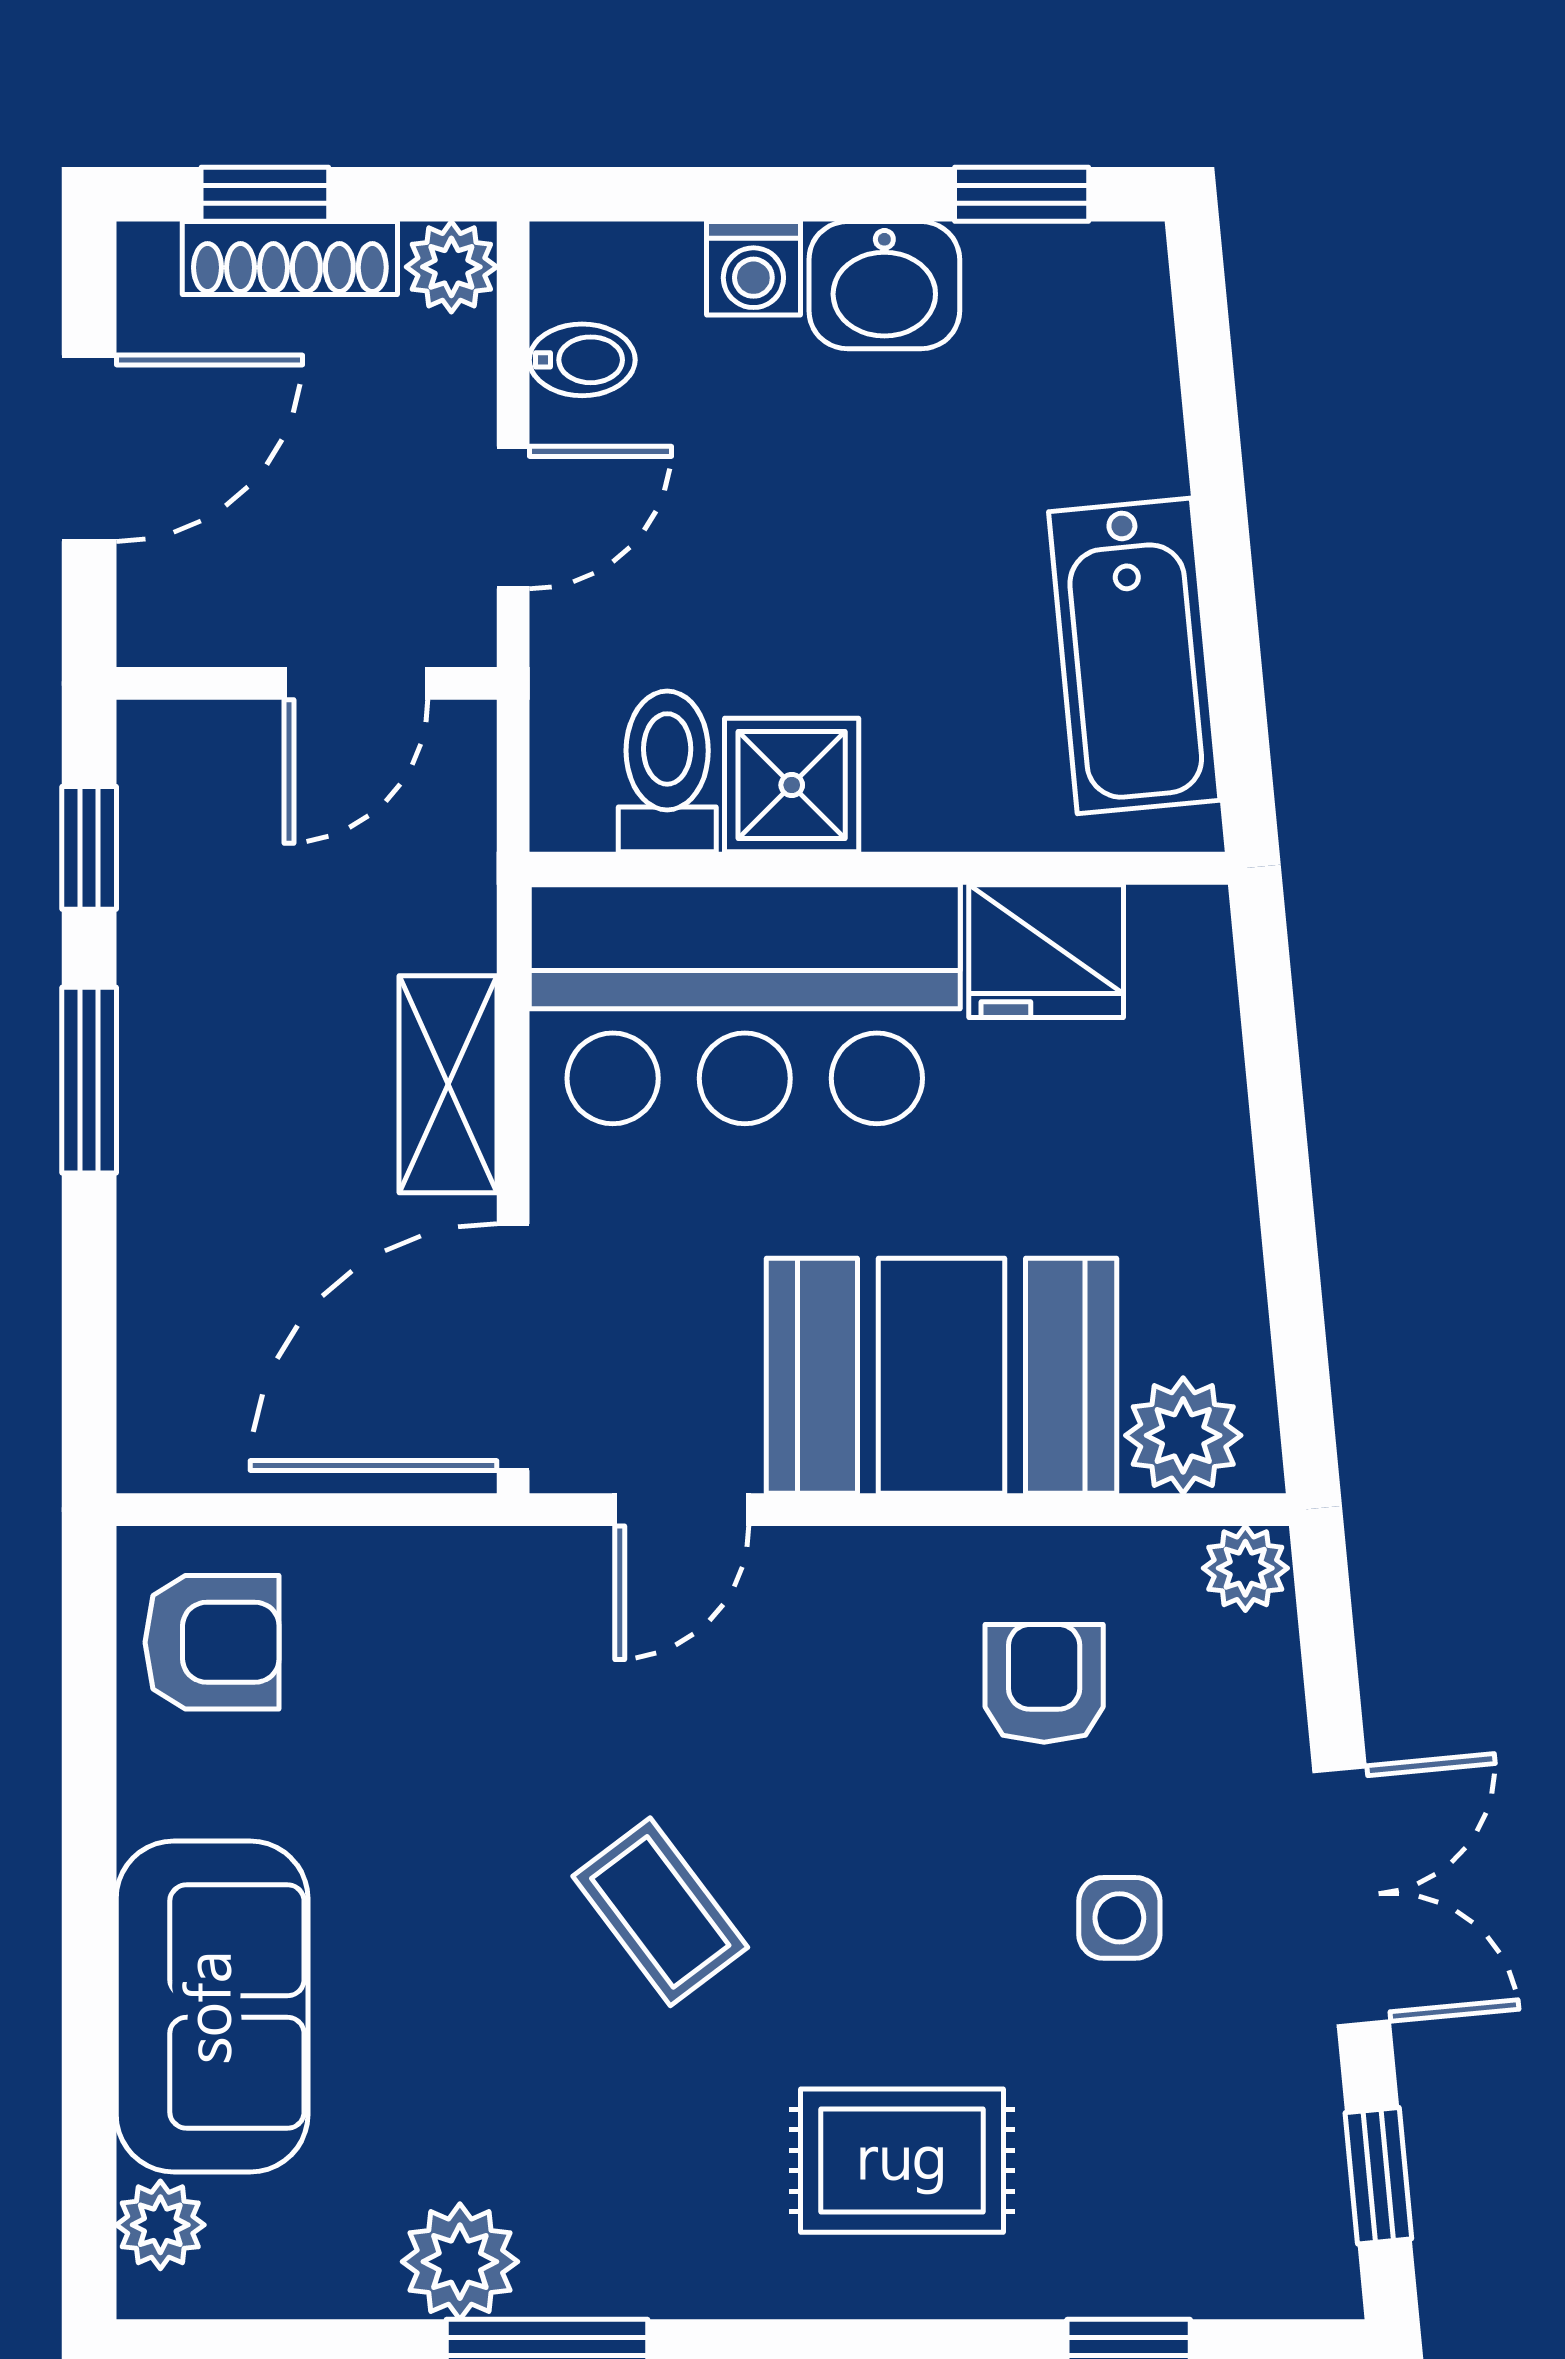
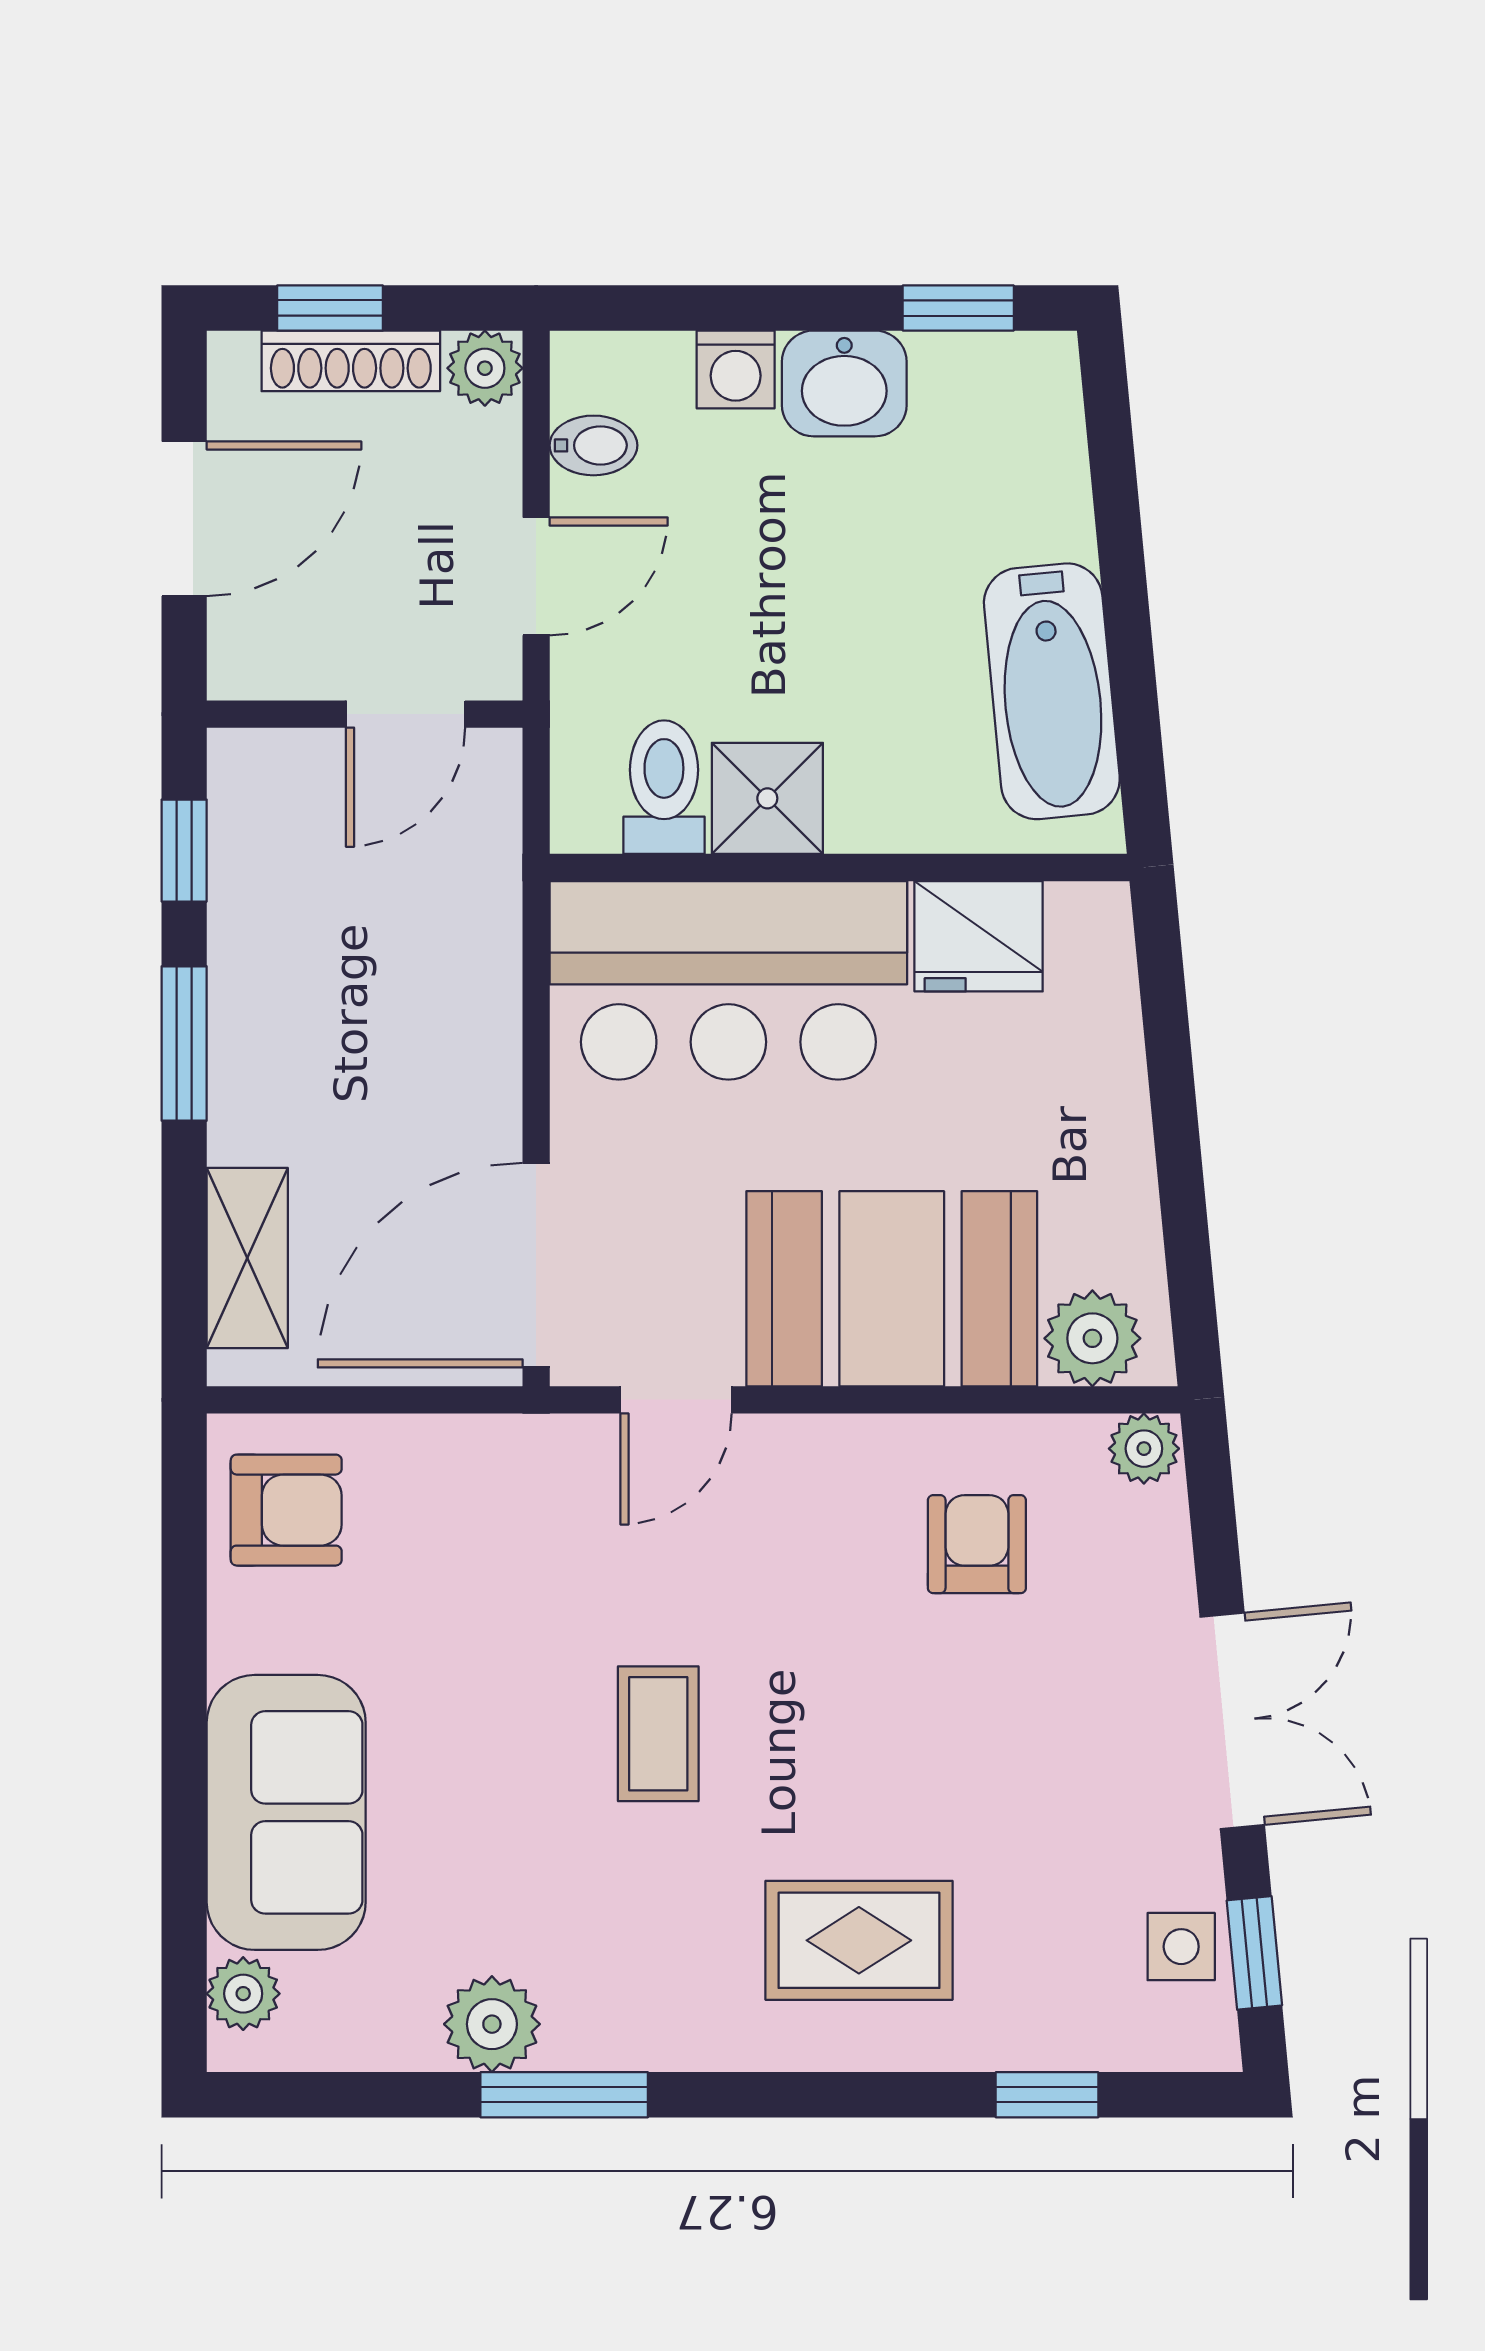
shelving: (448, 1084) -> (247, 1258), moved
coffee table: (660, 1912) -> (658, 1734), turned 37
side table: (1119, 1918) -> (1181, 1947), moved

